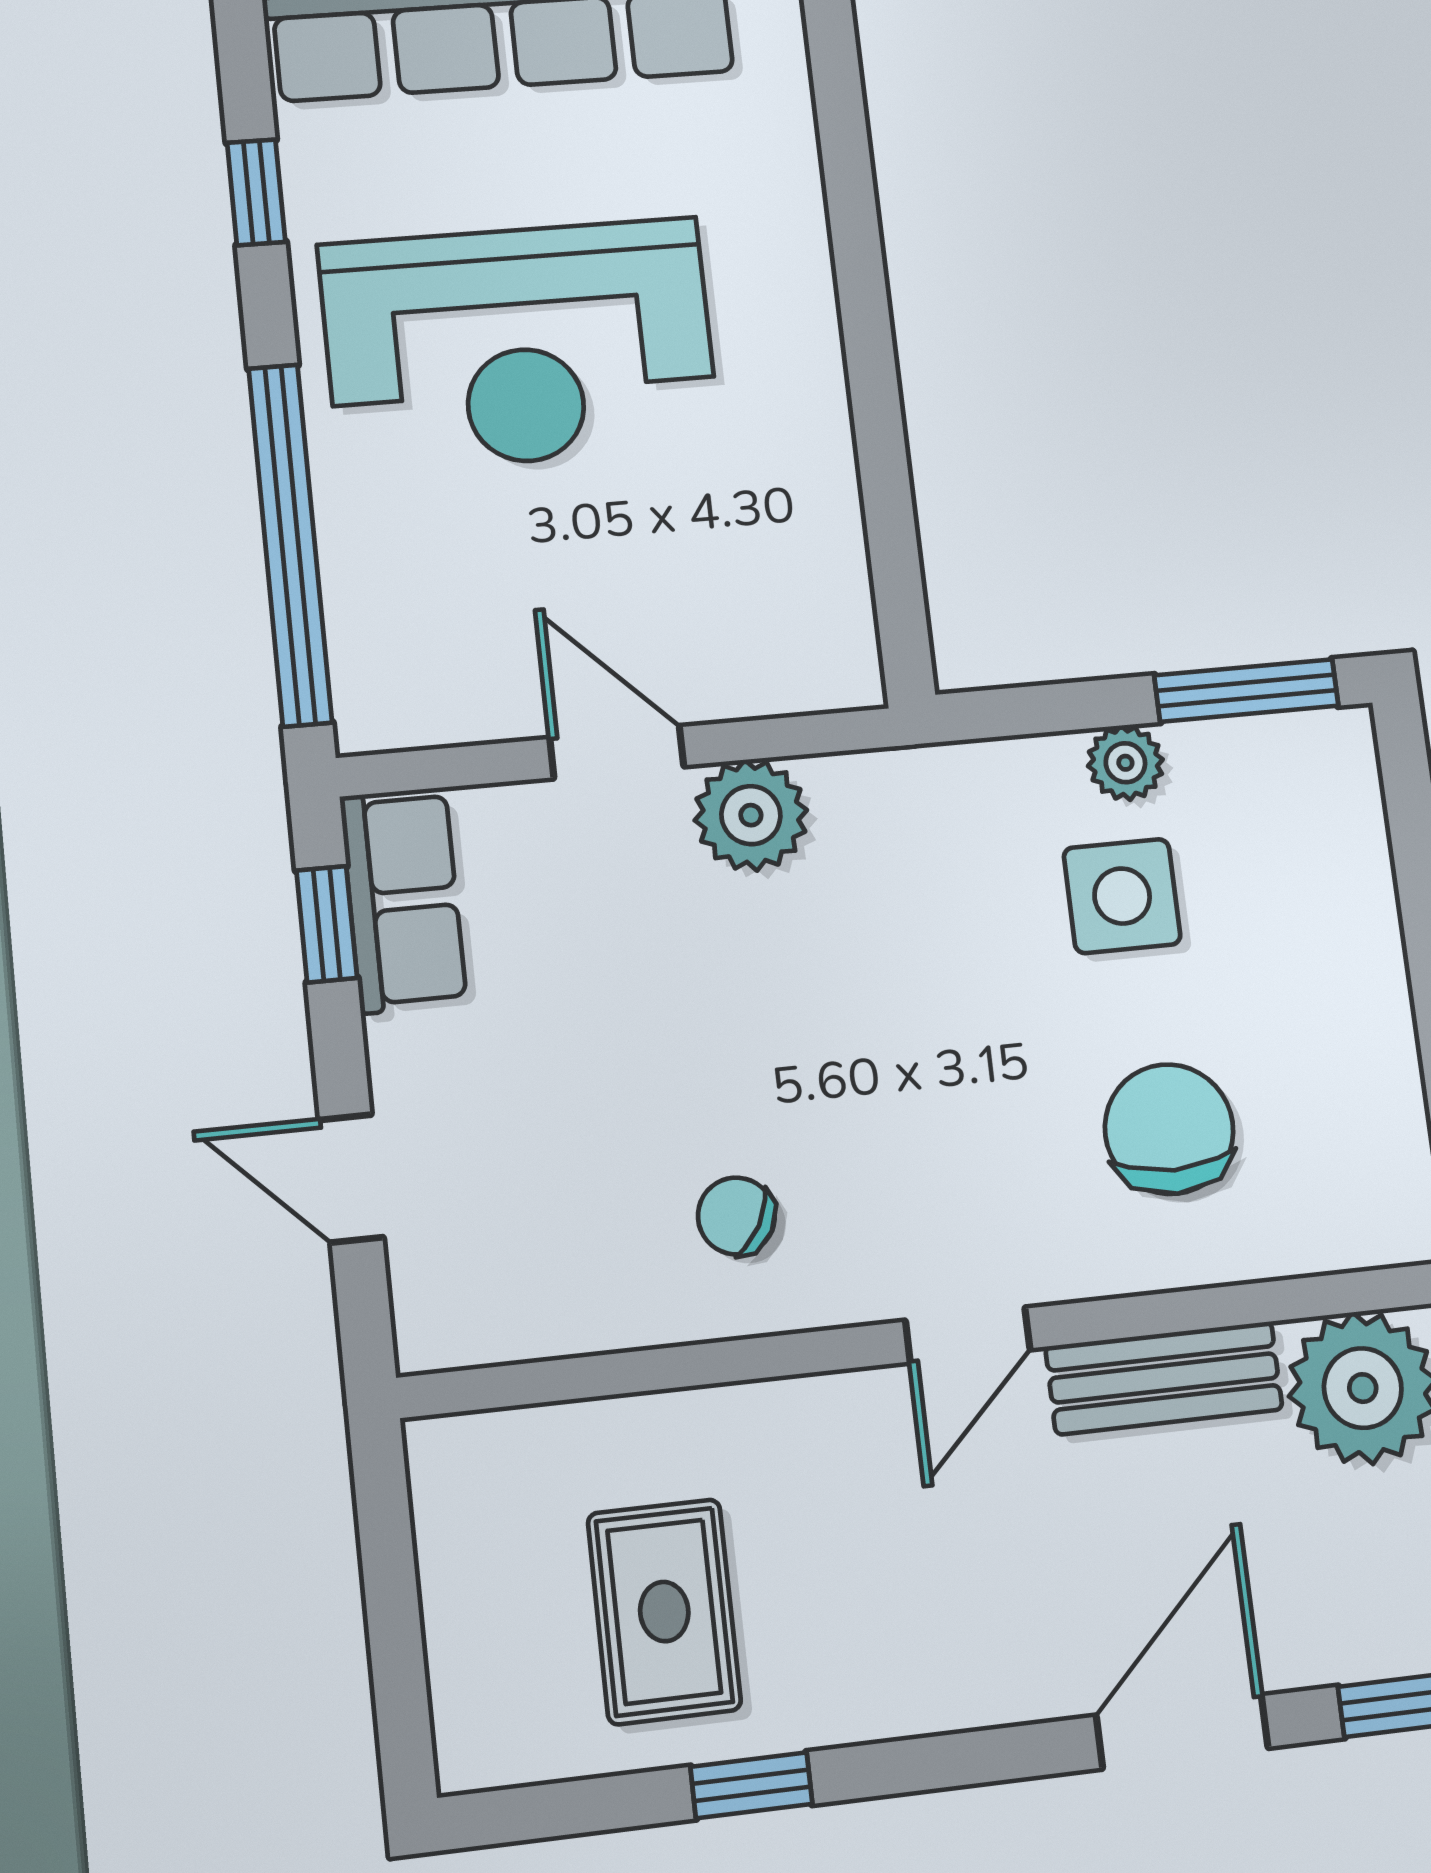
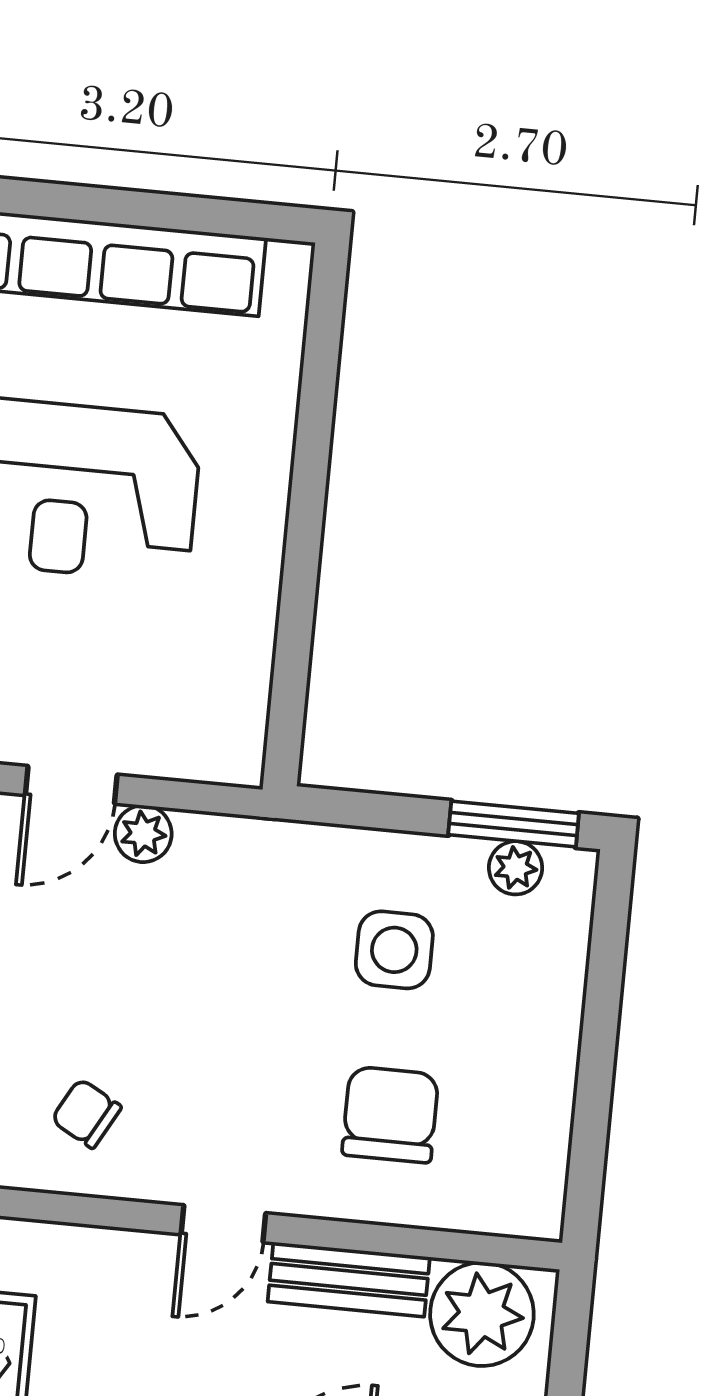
door: (617, 752) -> (71, 785), swing flipped
plant: (1125, 763) -> (516, 868), moved
plant: (751, 815) -> (143, 834), width x0.73, depth x0.73

